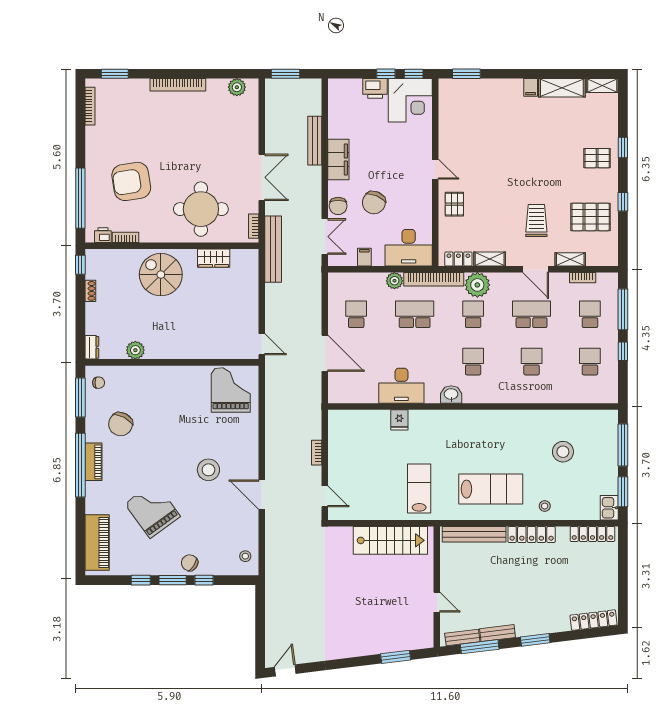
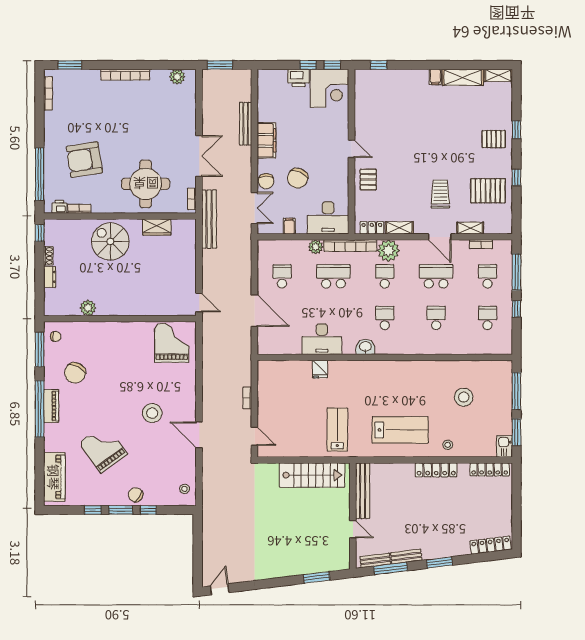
window: (466, 74) -> (379, 65), width x0.67
dresser: (92, 347) -> (50, 277), moved
bench: (474, 534) -> (363, 491), moved, turned 90

